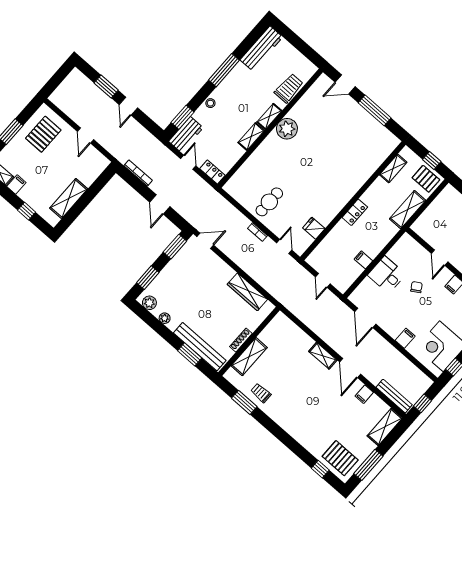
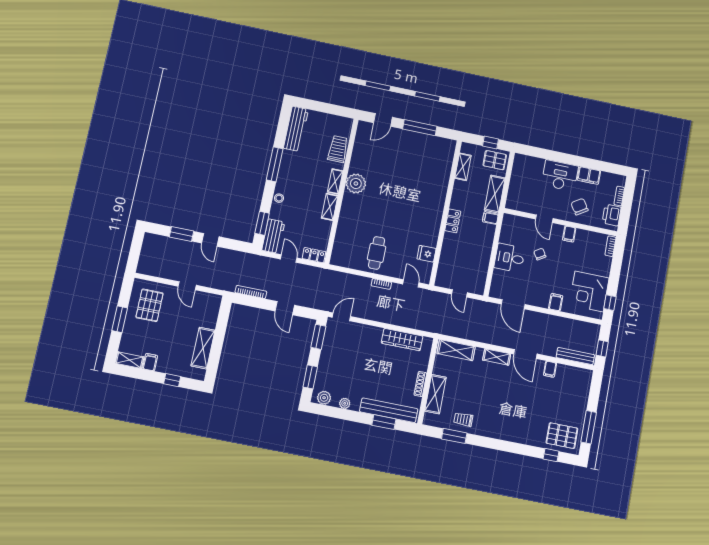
filing cabinet: (363, 260) -> (490, 218), moved
shelving: (385, 427) -> (456, 350), moved, turned 90

